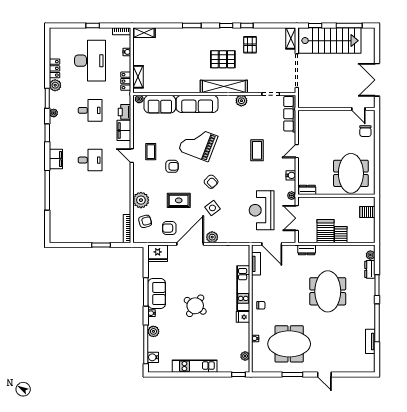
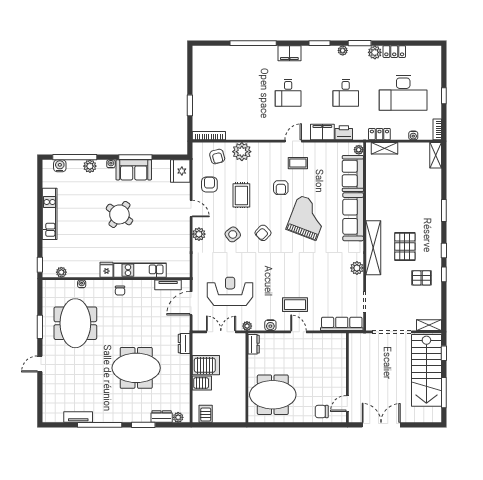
coffee table: (257, 150) -> (295, 305), moved
server rack: (367, 212) -> (206, 414), moved
door: (190, 244) -> (191, 209), width x0.53

